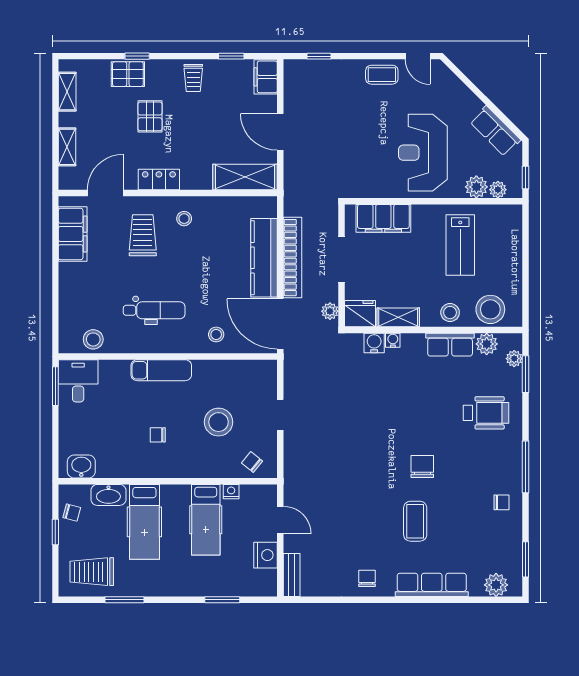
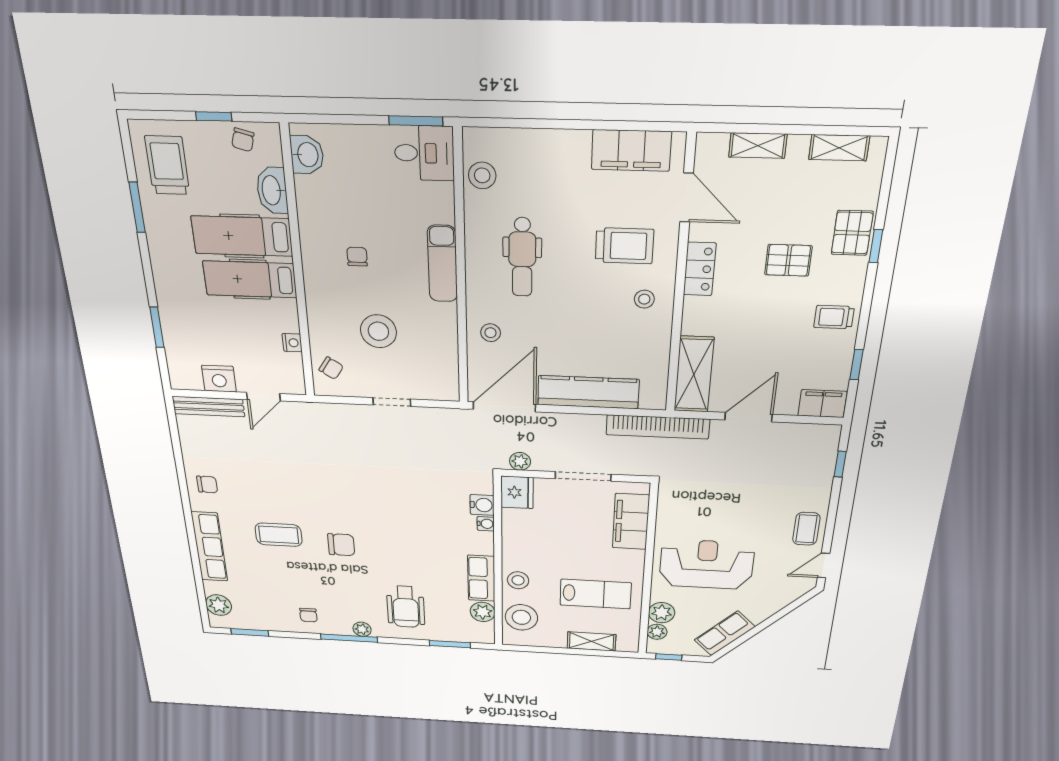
lab bench: (460, 245) -> (596, 594), turned 180
bookcase: (292, 258) -> (658, 427), moved
shelving: (398, 317) -> (592, 641), moved, turned 90
plant: (514, 359) -> (362, 629), moved
chair: (252, 462) -> (331, 368), turned 84
hospital bed: (206, 520) -> (250, 279), moved
bench: (292, 575) -> (208, 407), width x1.36

